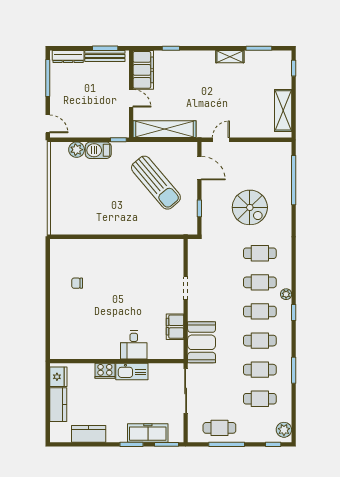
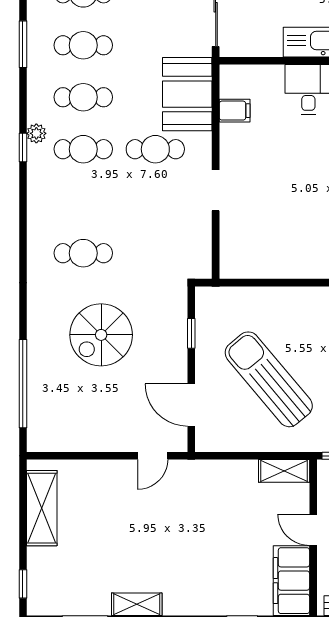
shelving: (164, 129) -> (284, 471), width x0.45, depth x0.75
spiral stairs: (250, 207) -> (101, 335), turned -90
cafe table: (260, 282) -> (155, 149), moved
plant: (286, 294) -> (36, 133), moved
filing cabinet: (175, 327) -> (235, 111), width x0.50

